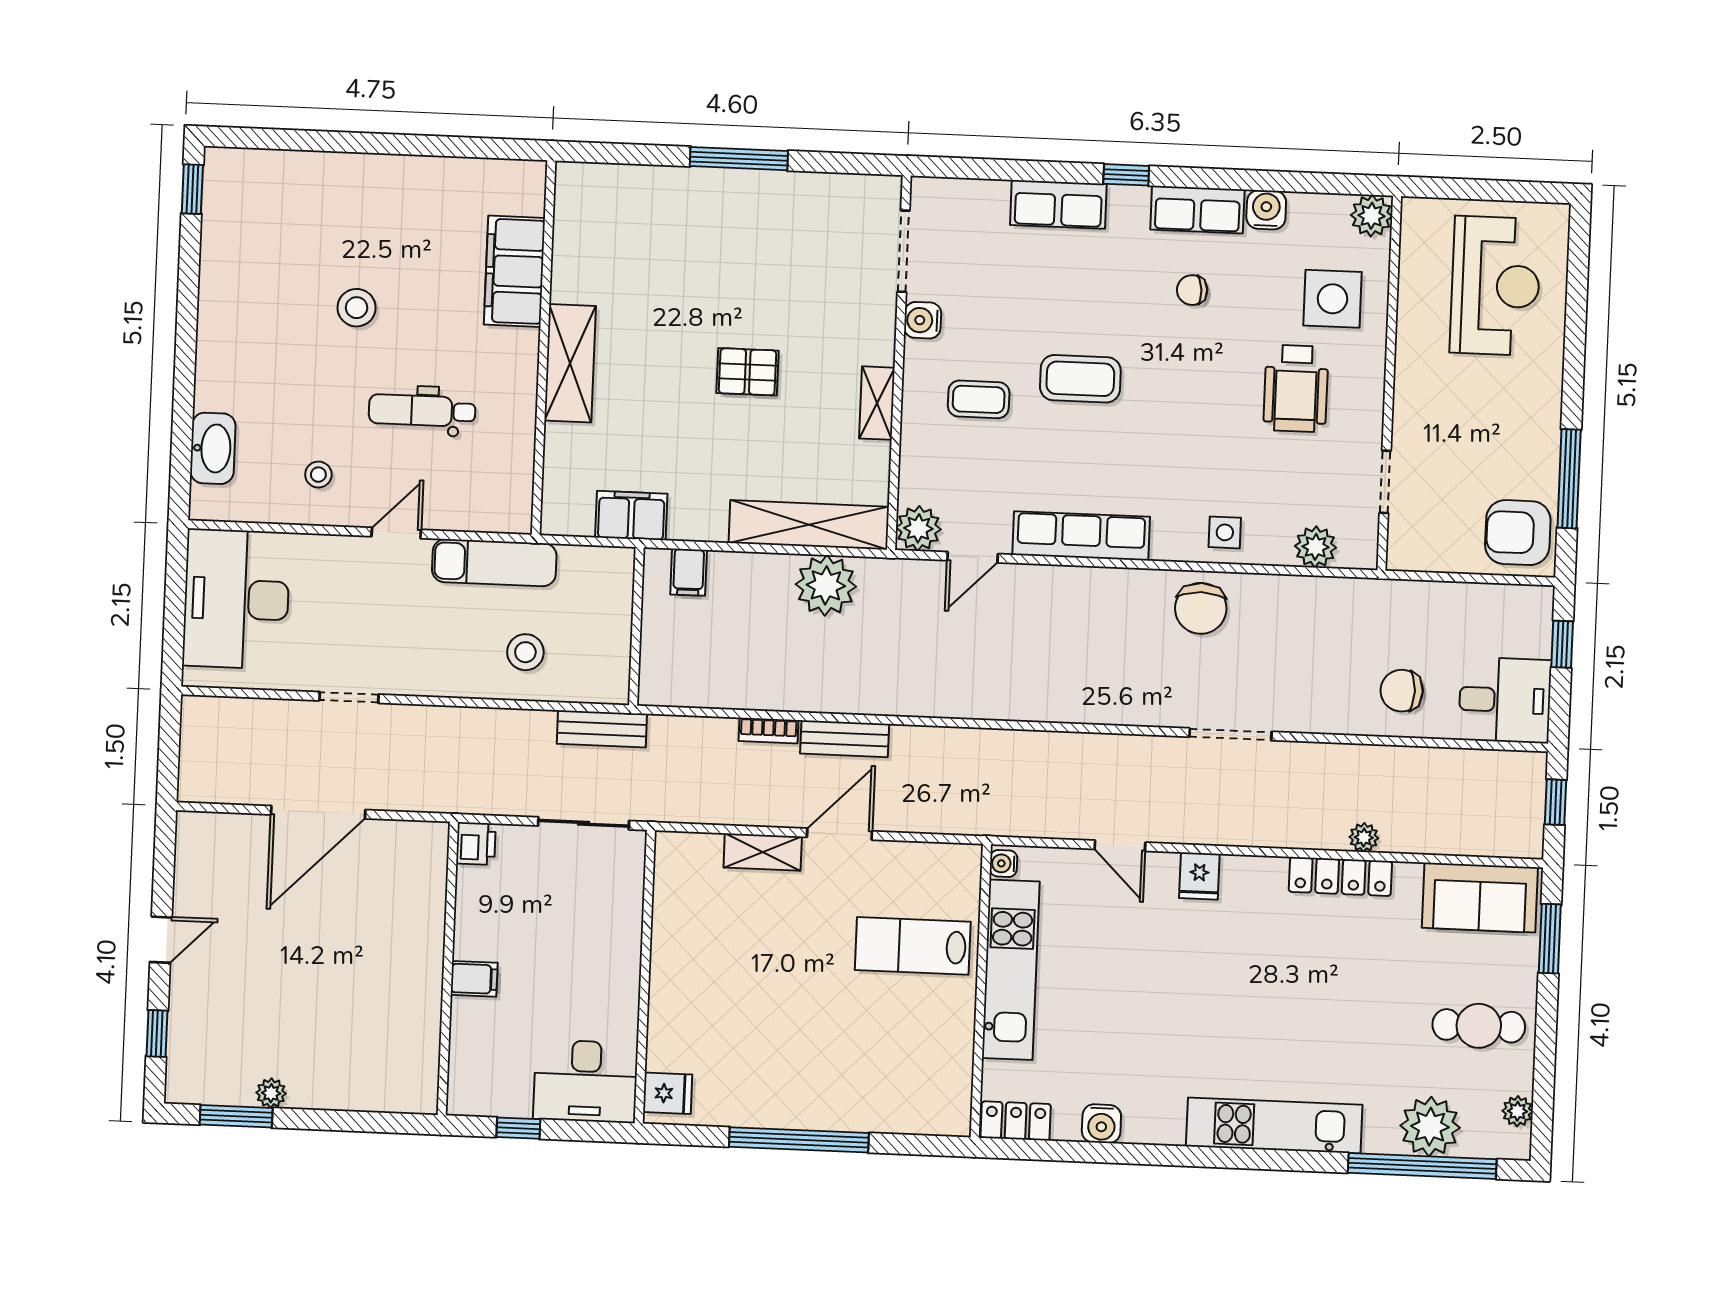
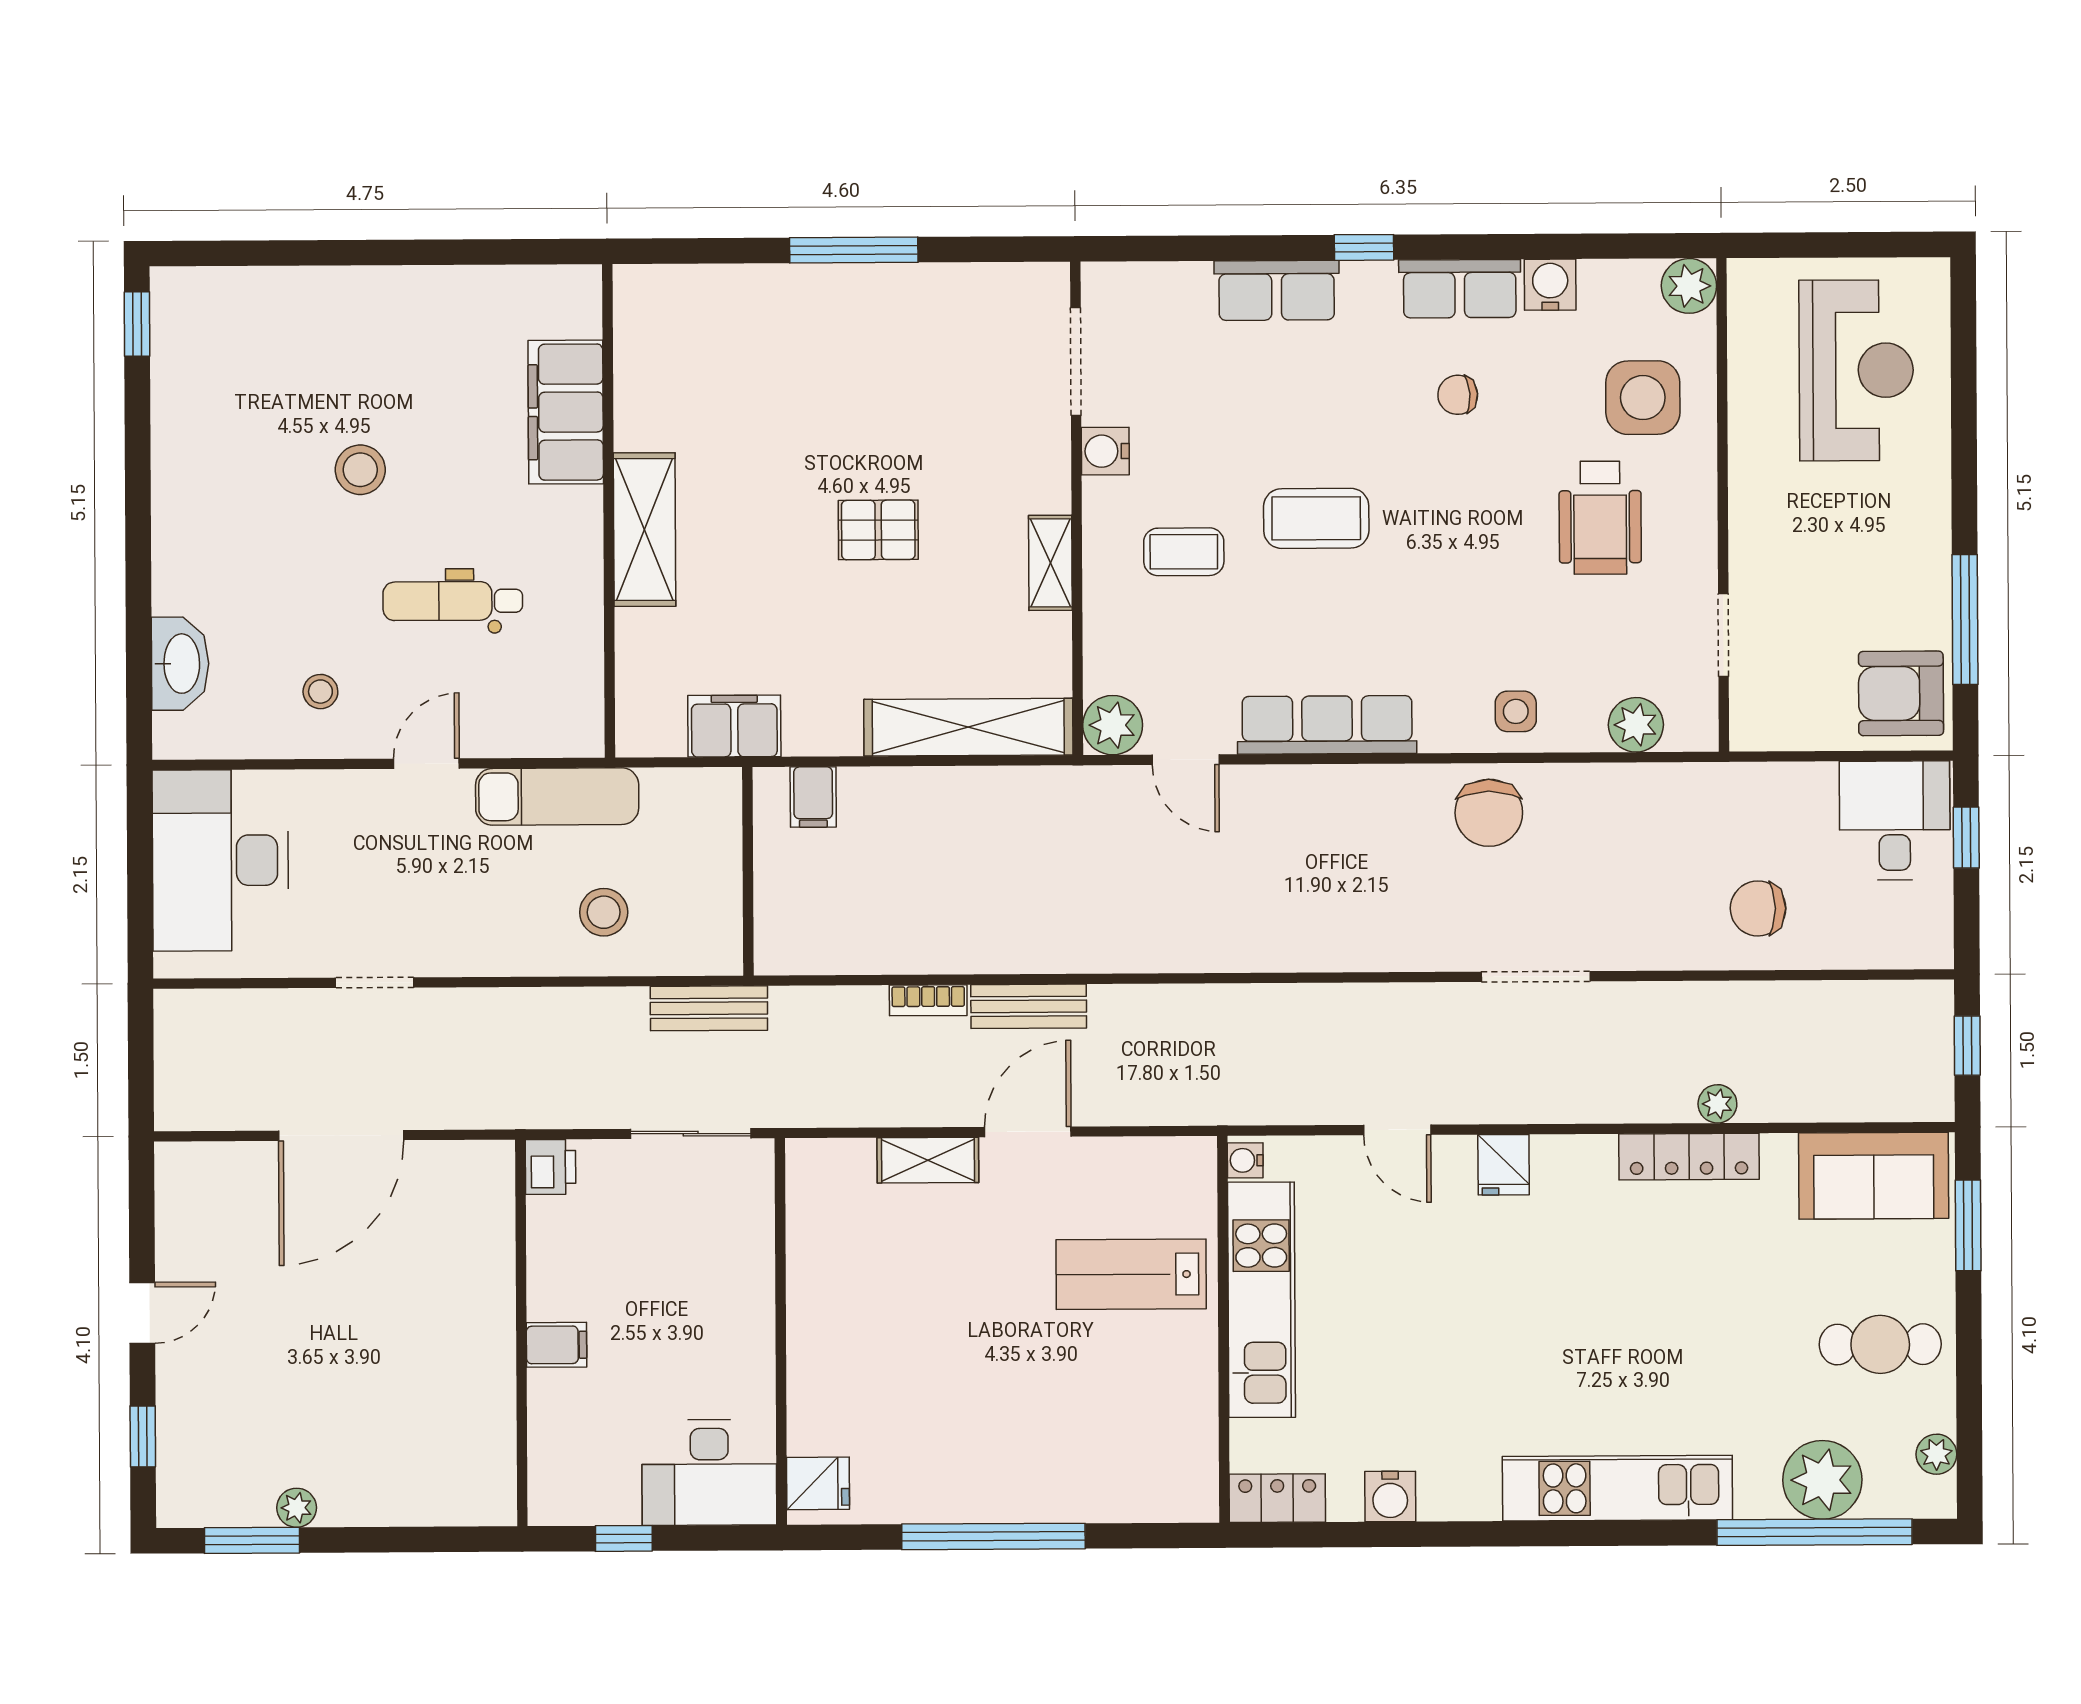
door: (973, 557) -> (1186, 760), hinge flipped
plant: (826, 585) -> (995, 806), removed
desk: (1505, 700) -> (1895, 820), moved, turned -90

